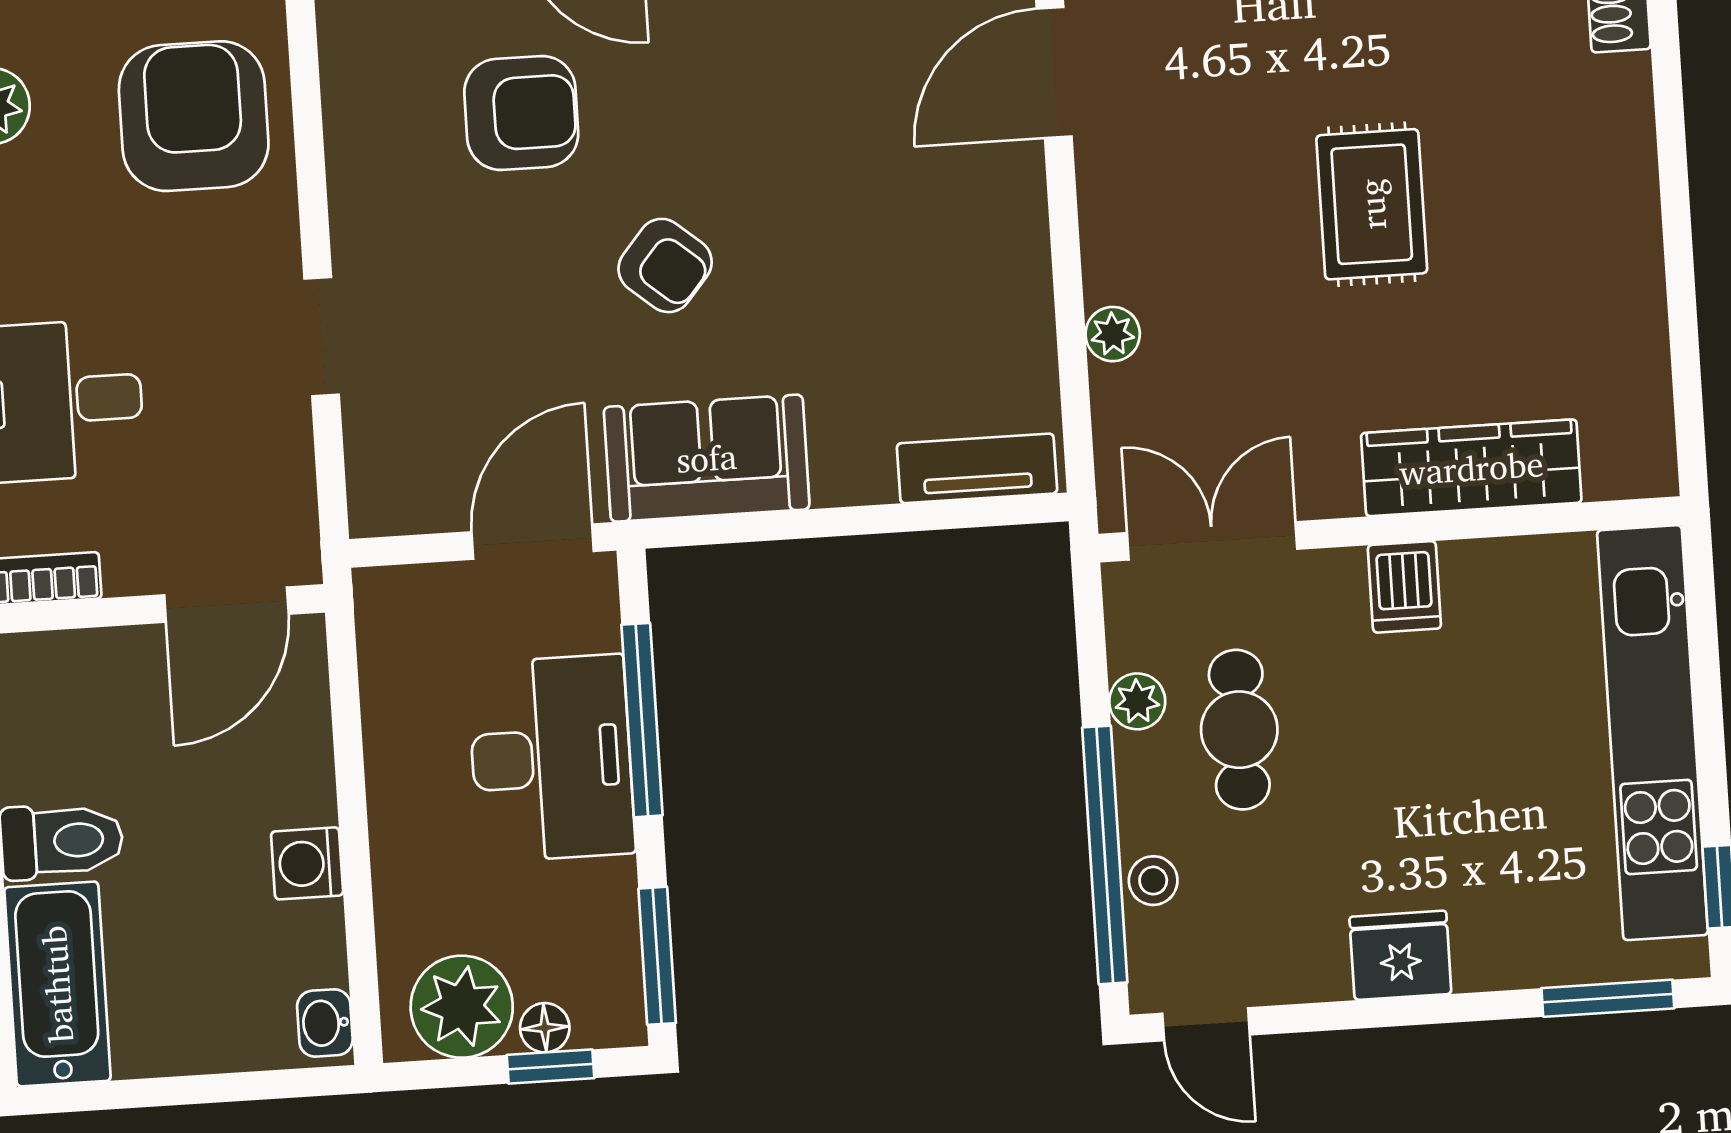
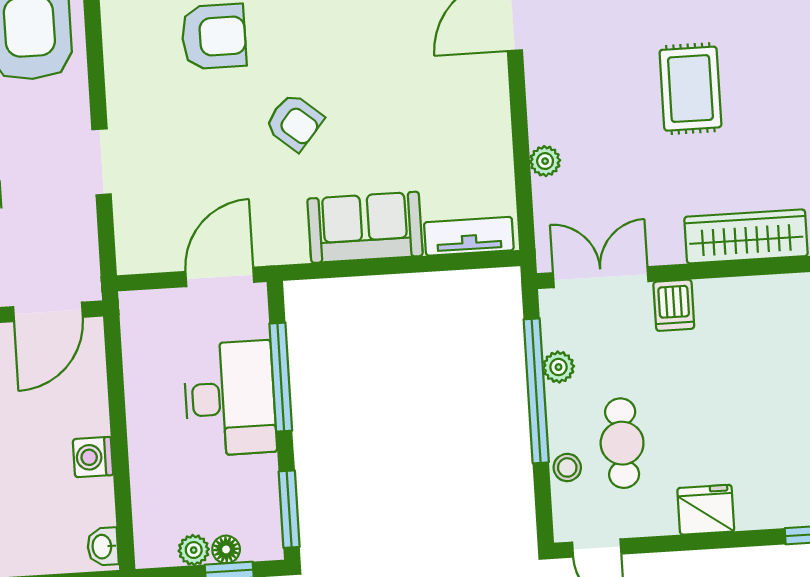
sofa: (707, 458) -> (365, 227), moved
dishwasher: (1404, 587) -> (674, 305), moved
cafe table: (1239, 730) -> (622, 443), moved
window: (1105, 855) -> (536, 391), moved
plant: (462, 1007) -> (194, 550), width x0.53, depth x0.53

